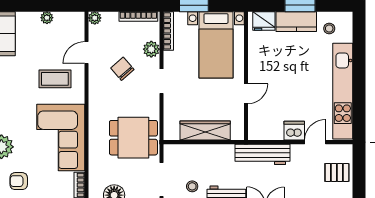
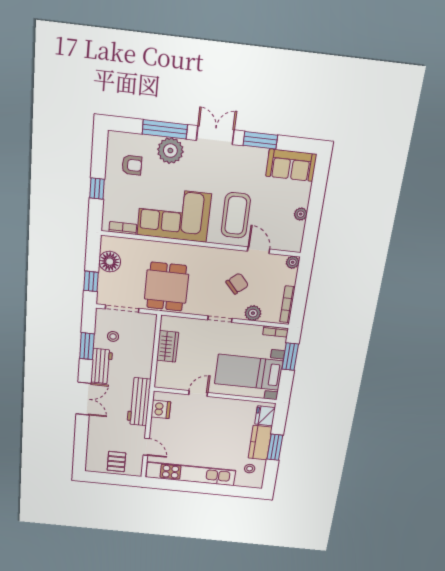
bookcase: (168, 31) -> (276, 332), width x0.64
coffee table: (55, 79) -> (236, 215), width x1.36, depth x1.32
door: (246, 94) -> (198, 394), swing flipped
wardrobe: (205, 131) -> (168, 346), width x0.67
dishwasher: (294, 131) -> (161, 409), moved
armchair: (19, 181) -> (132, 165), turned 90

